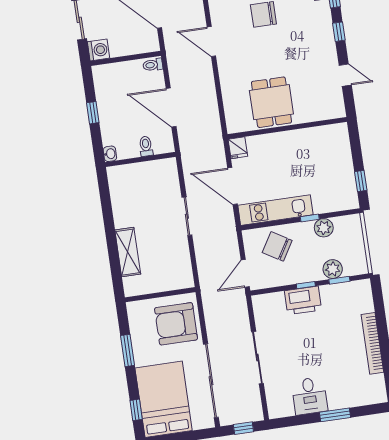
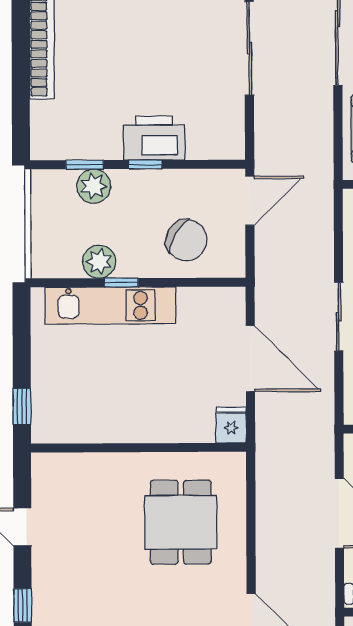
dining table: (271, 102) -> (181, 522), moved
window: (361, 181) -> (22, 407), moved
kitchen unit: (275, 210) -> (110, 305), moved

